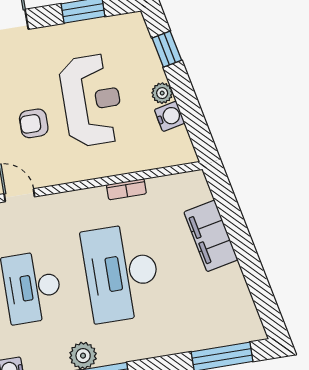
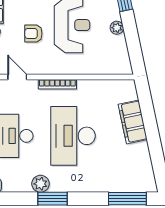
water cooler: (170, 116) -> (119, 43), removed
bookcase: (126, 189) -> (57, 84), moved, width x1.56

